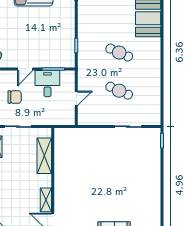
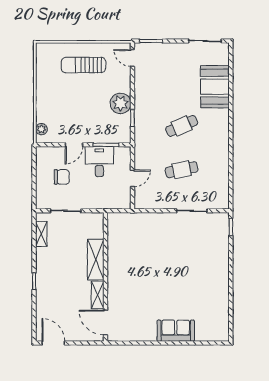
plant: (66, 33) -> (120, 103), added
cafe table: (119, 53) -> (182, 126), turned -48
cafe table: (119, 91) -> (182, 170), turned -36
shelving: (44, 156) -> (96, 260), moved

